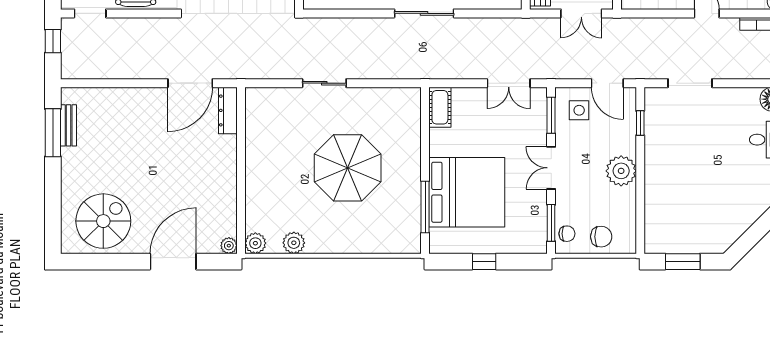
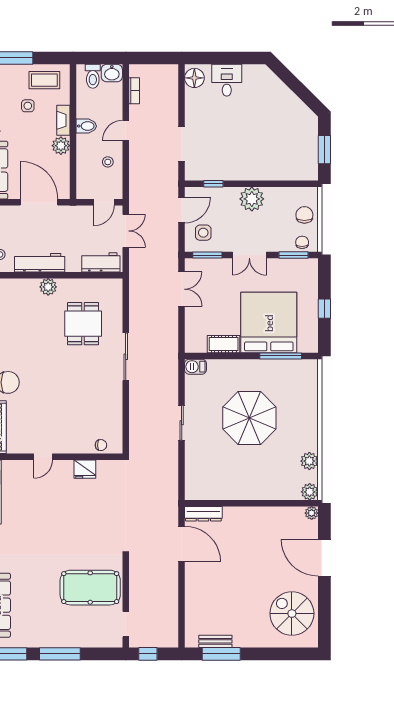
sliding door: (324, 83) -> (182, 423), moved
barbecue: (412, 101) -> (195, 367), added
cot: (440, 107) -> (224, 344), moved

